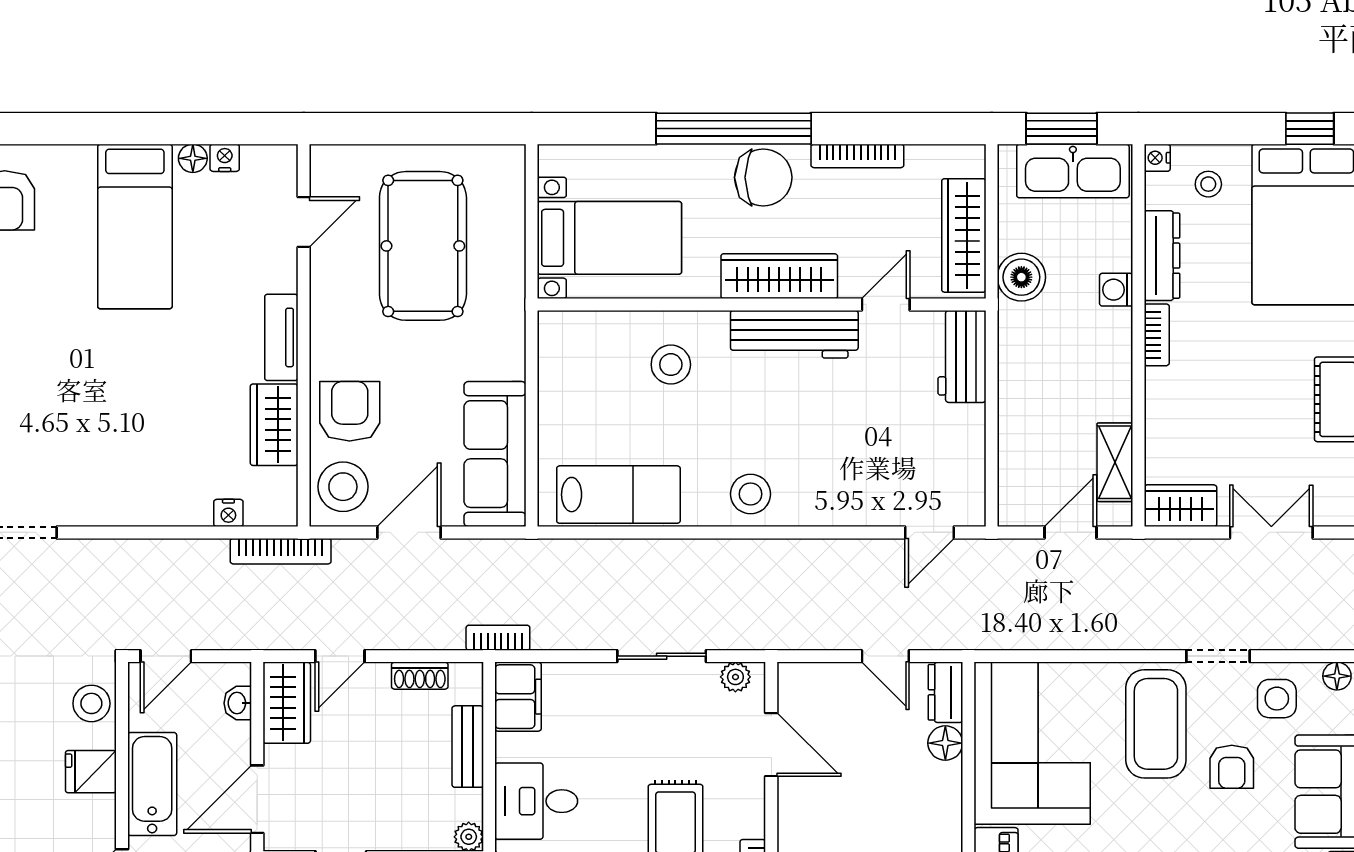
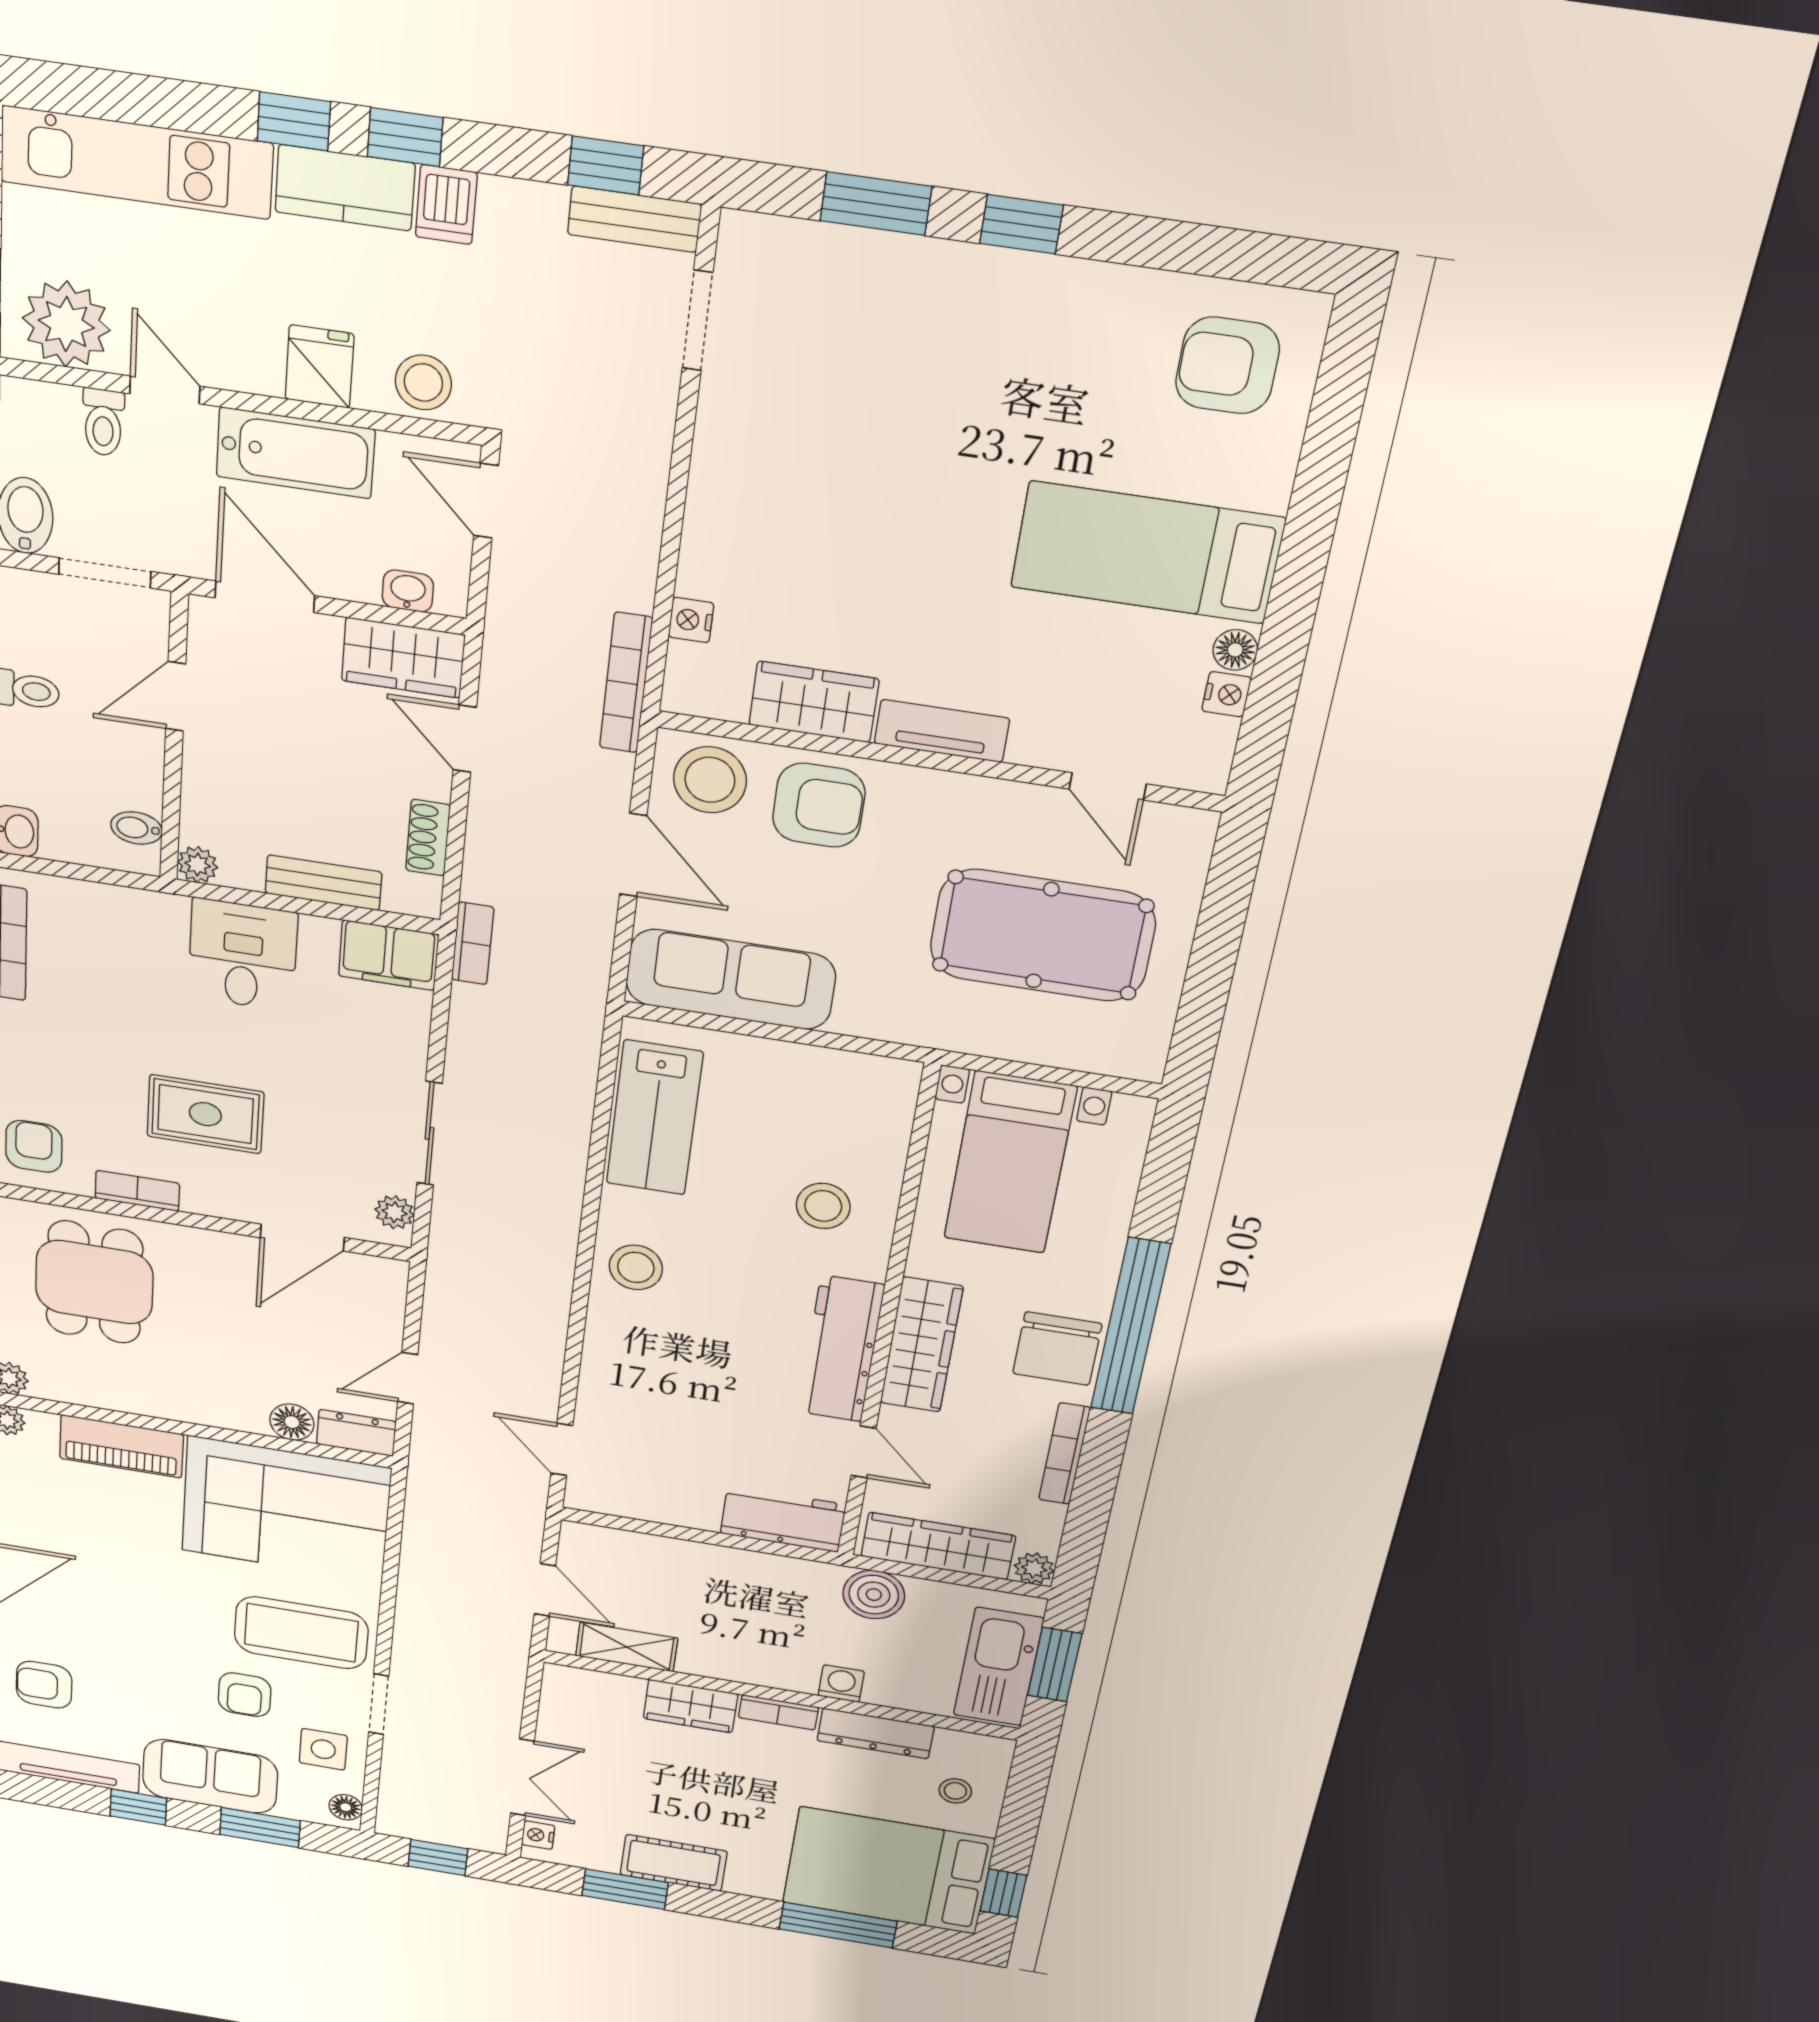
nightstand: (1157, 158) -> (538, 1835), moved, turned -90
plant: (970, 160) -> (1034, 1568), added
wardrobe: (1180, 506) -> (690, 1706), moved, turned 90
armchair: (1232, 767) -> (245, 1695), turned -90

